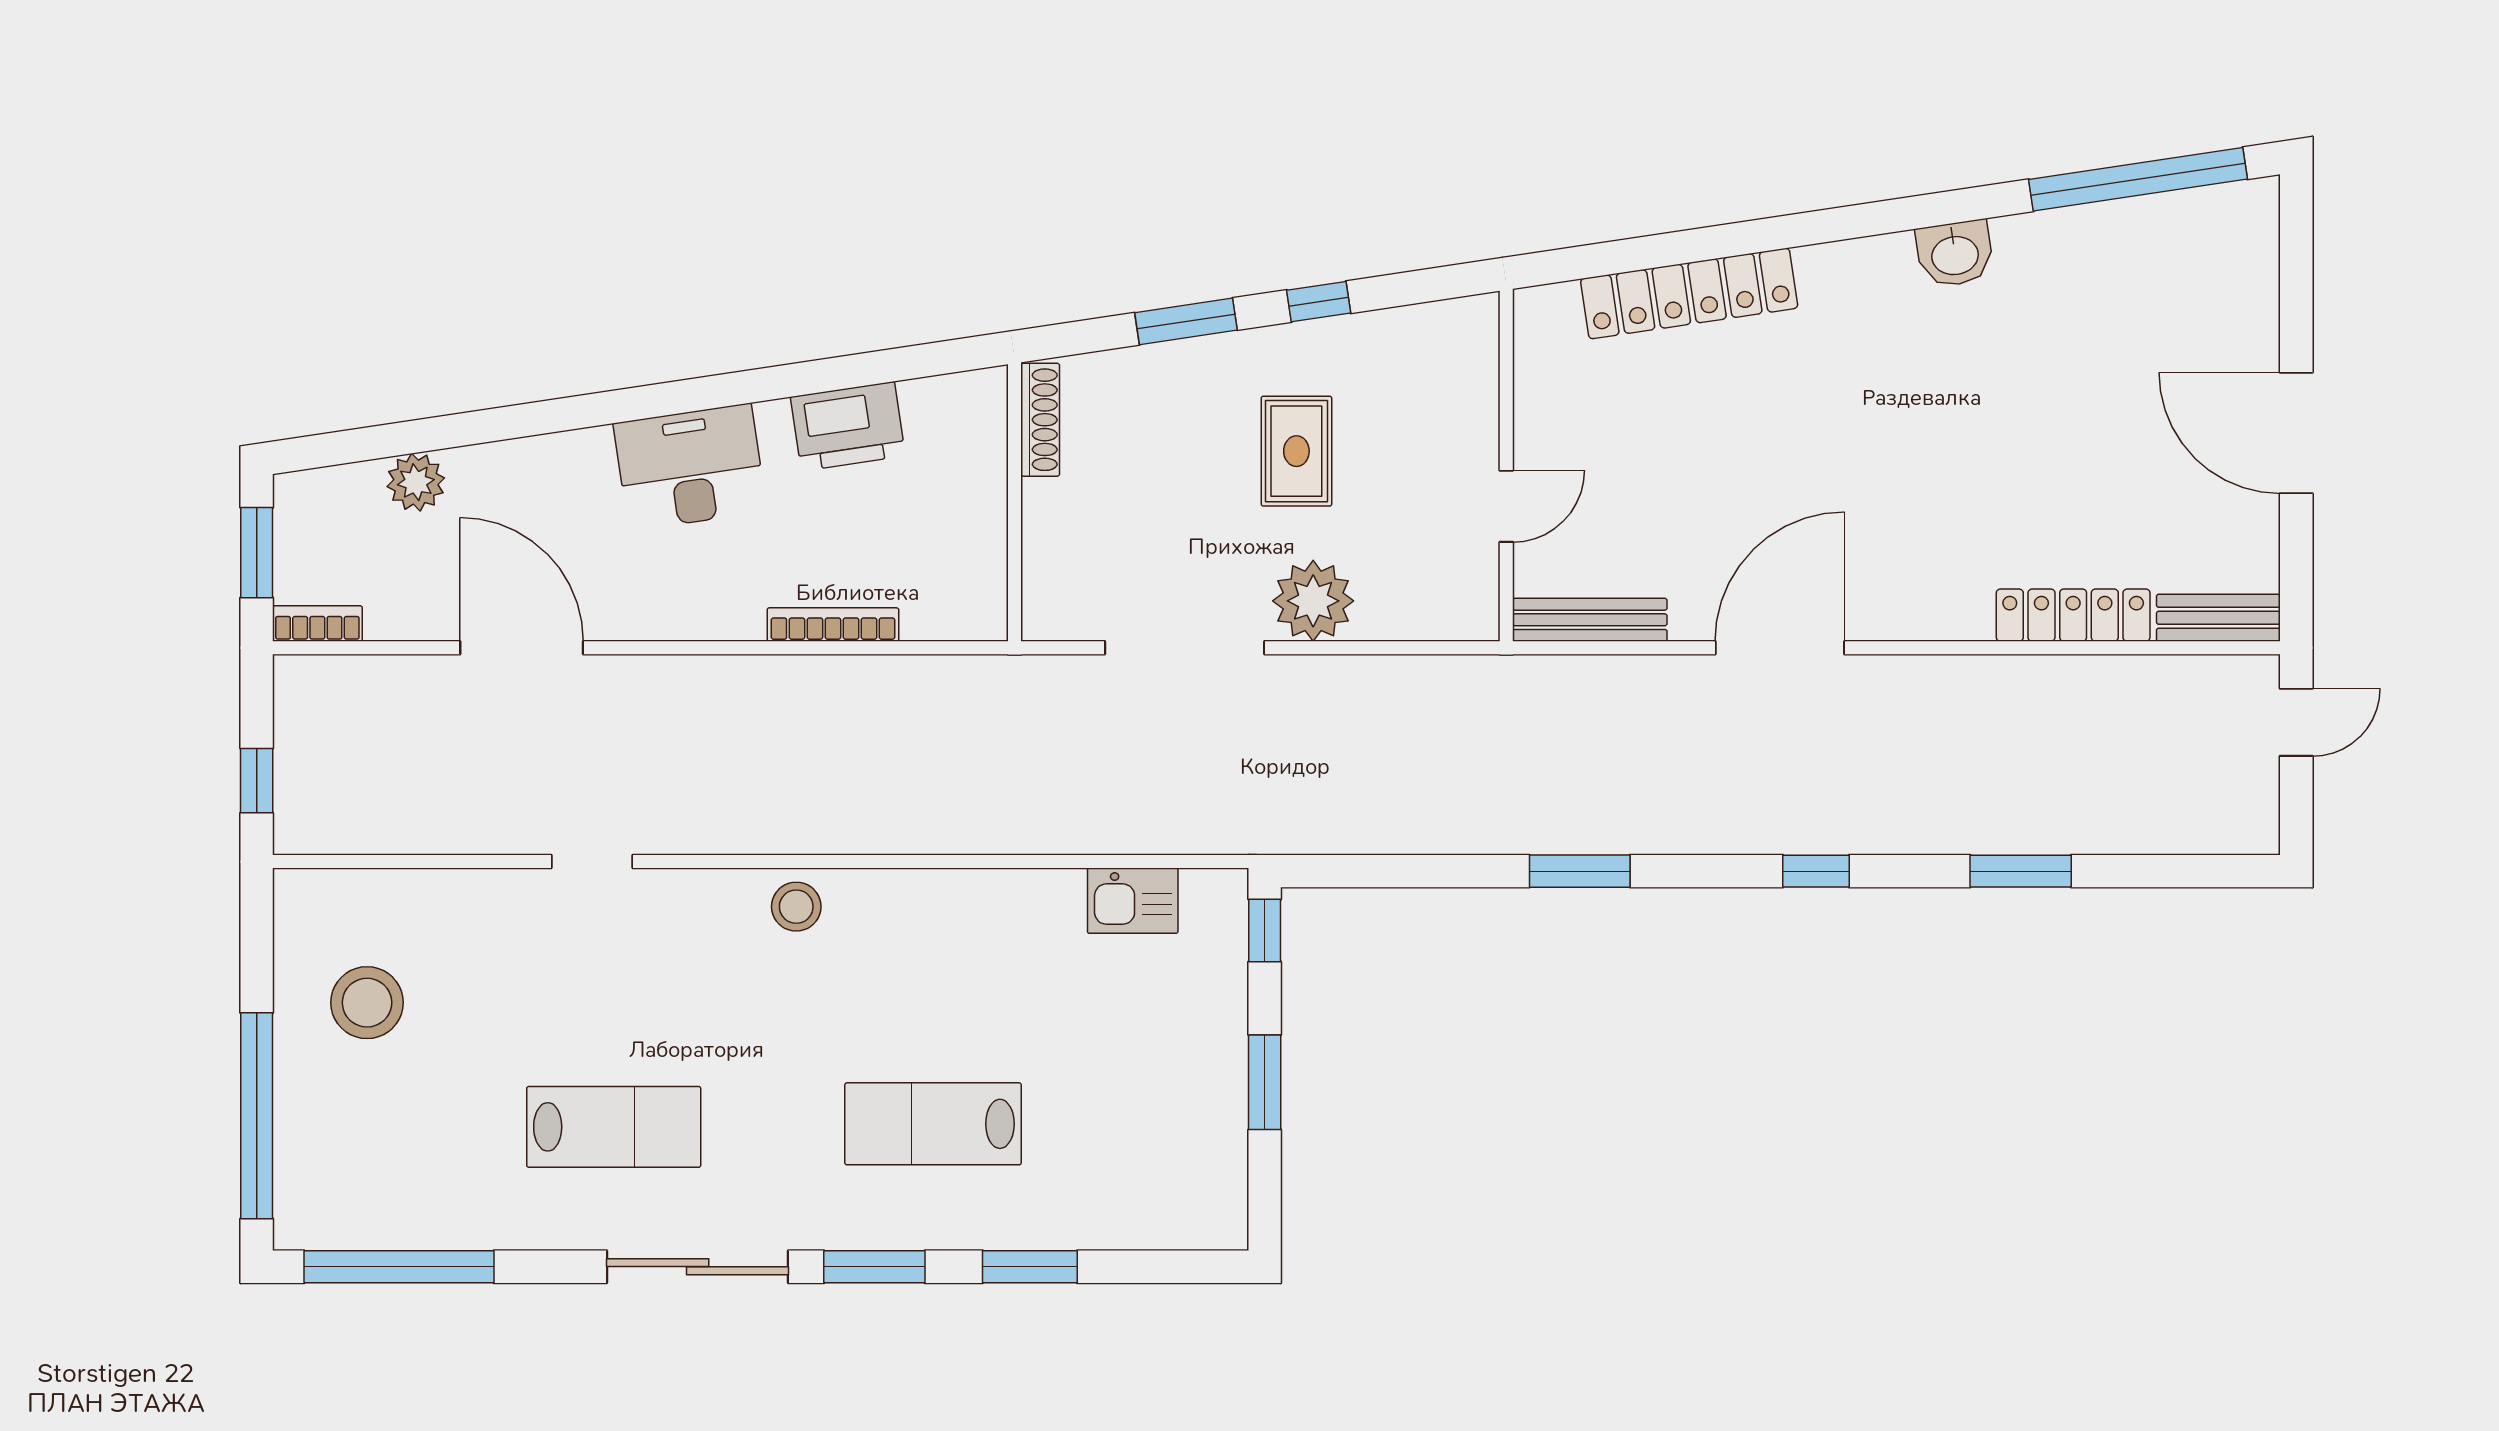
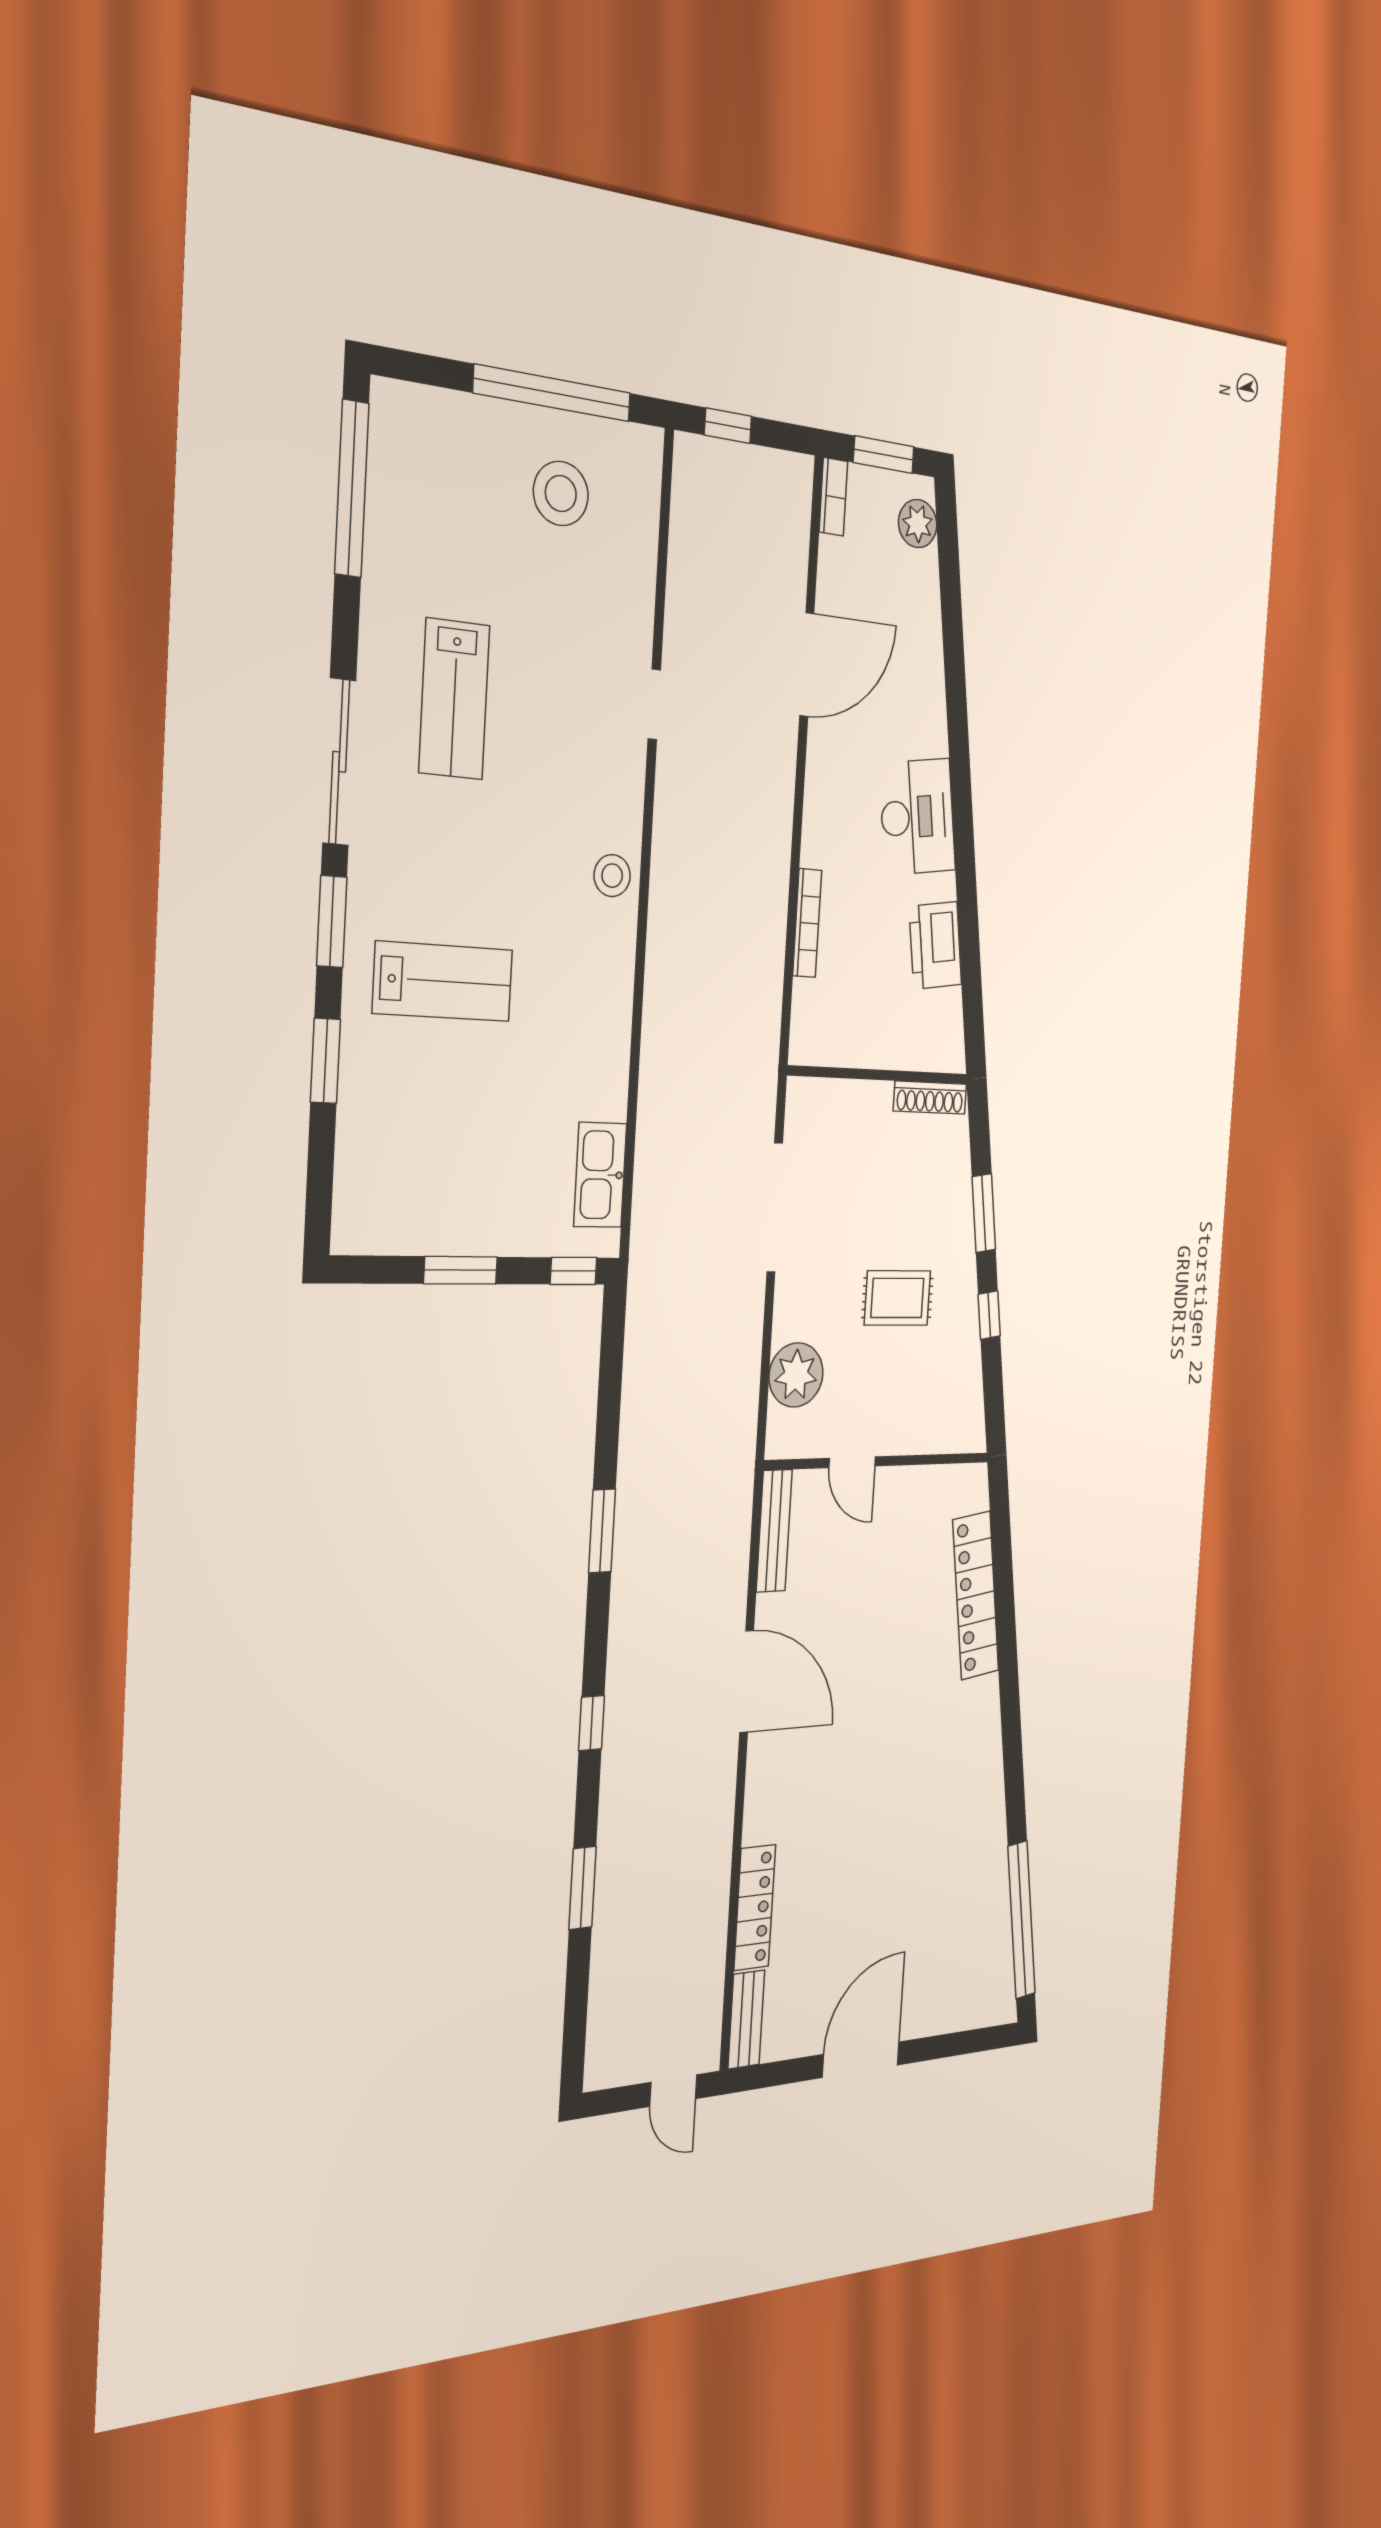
washbasin: (1955, 254) -> (986, 1791), removed
plant: (416, 482) -> (918, 524), moved
plant: (1313, 601) -> (796, 1375), moved
kitchen sink: (1133, 901) -> (600, 1175), width x1.38
window: (257, 1116) -> (552, 393), moved
lab bench: (933, 1124) -> (443, 982), turned 90

